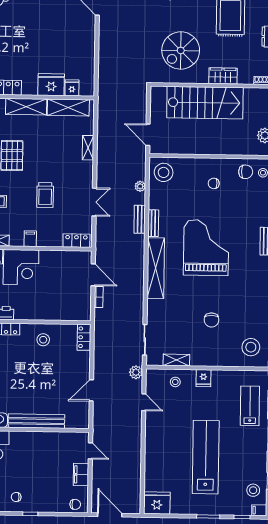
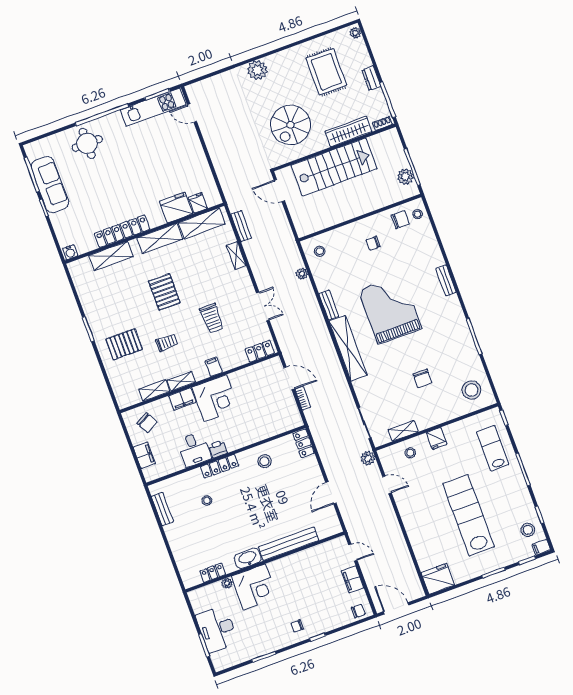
wardrobe: (223, 76) -> (349, 131), width x1.50
door: (148, 135) -> (279, 191), moved
stool: (164, 172) -> (320, 251), width x0.53, depth x0.53
bench: (140, 219) -> (241, 226), moved

